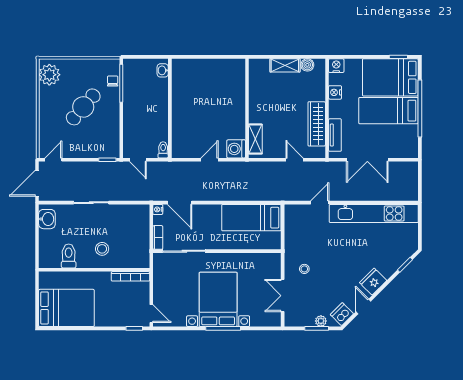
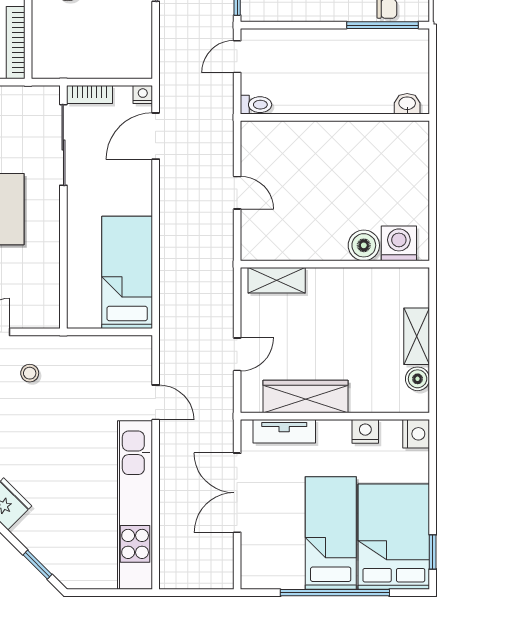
boiler: (237, 93) -> (364, 245), added
washing machine: (236, 149) -> (399, 243), moved

